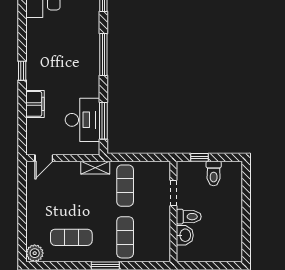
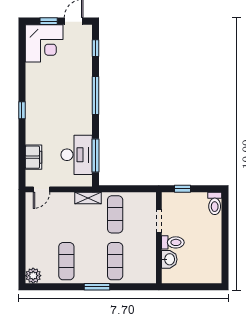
filing cabinet: (35, 104) -> (34, 157), moved
toilet: (214, 174) -> (215, 203), moved
exercise mat: (71, 237) -> (66, 261), turned 90

